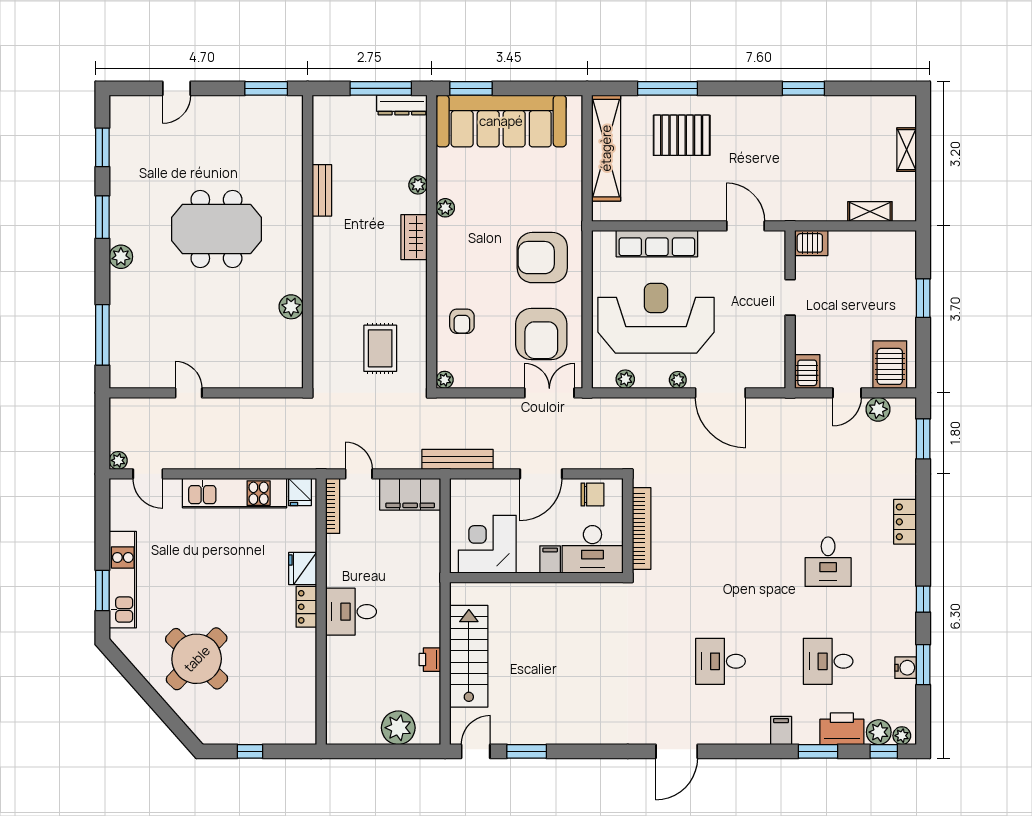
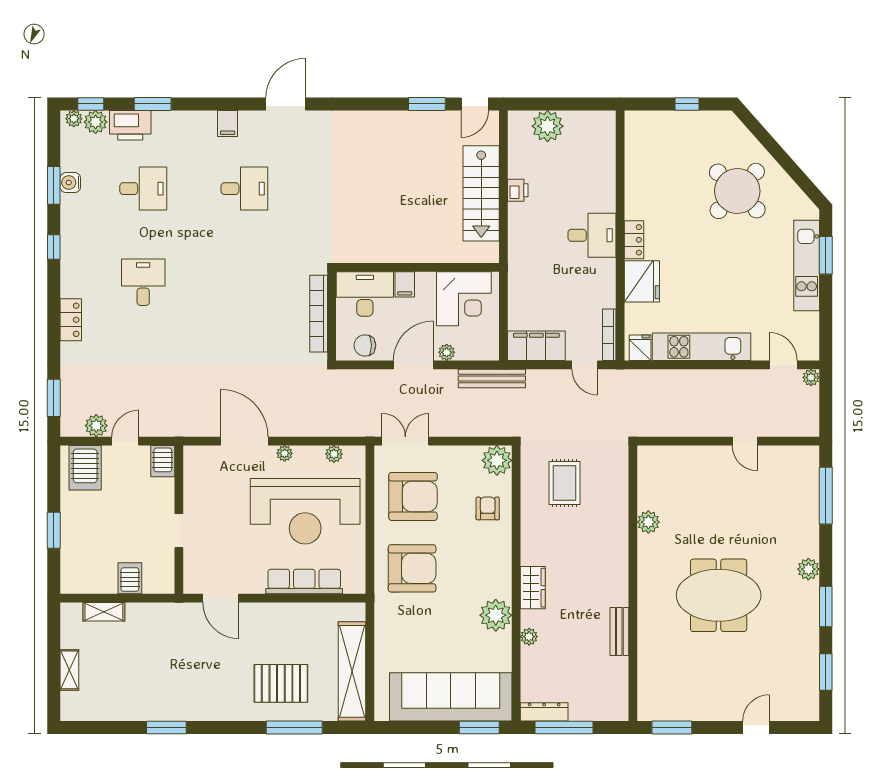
plant: (445, 208) -> (496, 615), width x1.88, depth x1.88
server rack: (811, 243) -> (130, 578), moved, turned 90
armchair: (541, 334) -> (413, 496), turned 90
plant: (445, 380) -> (497, 460), width x1.88, depth x1.88
double door: (549, 393) -> (405, 441), swing flipped
plant: (506, 487) -> (447, 352), added
fridge: (303, 568) -> (642, 281), width x1.36, depth x1.34
filing cabinet: (781, 730) -> (228, 124), moved

